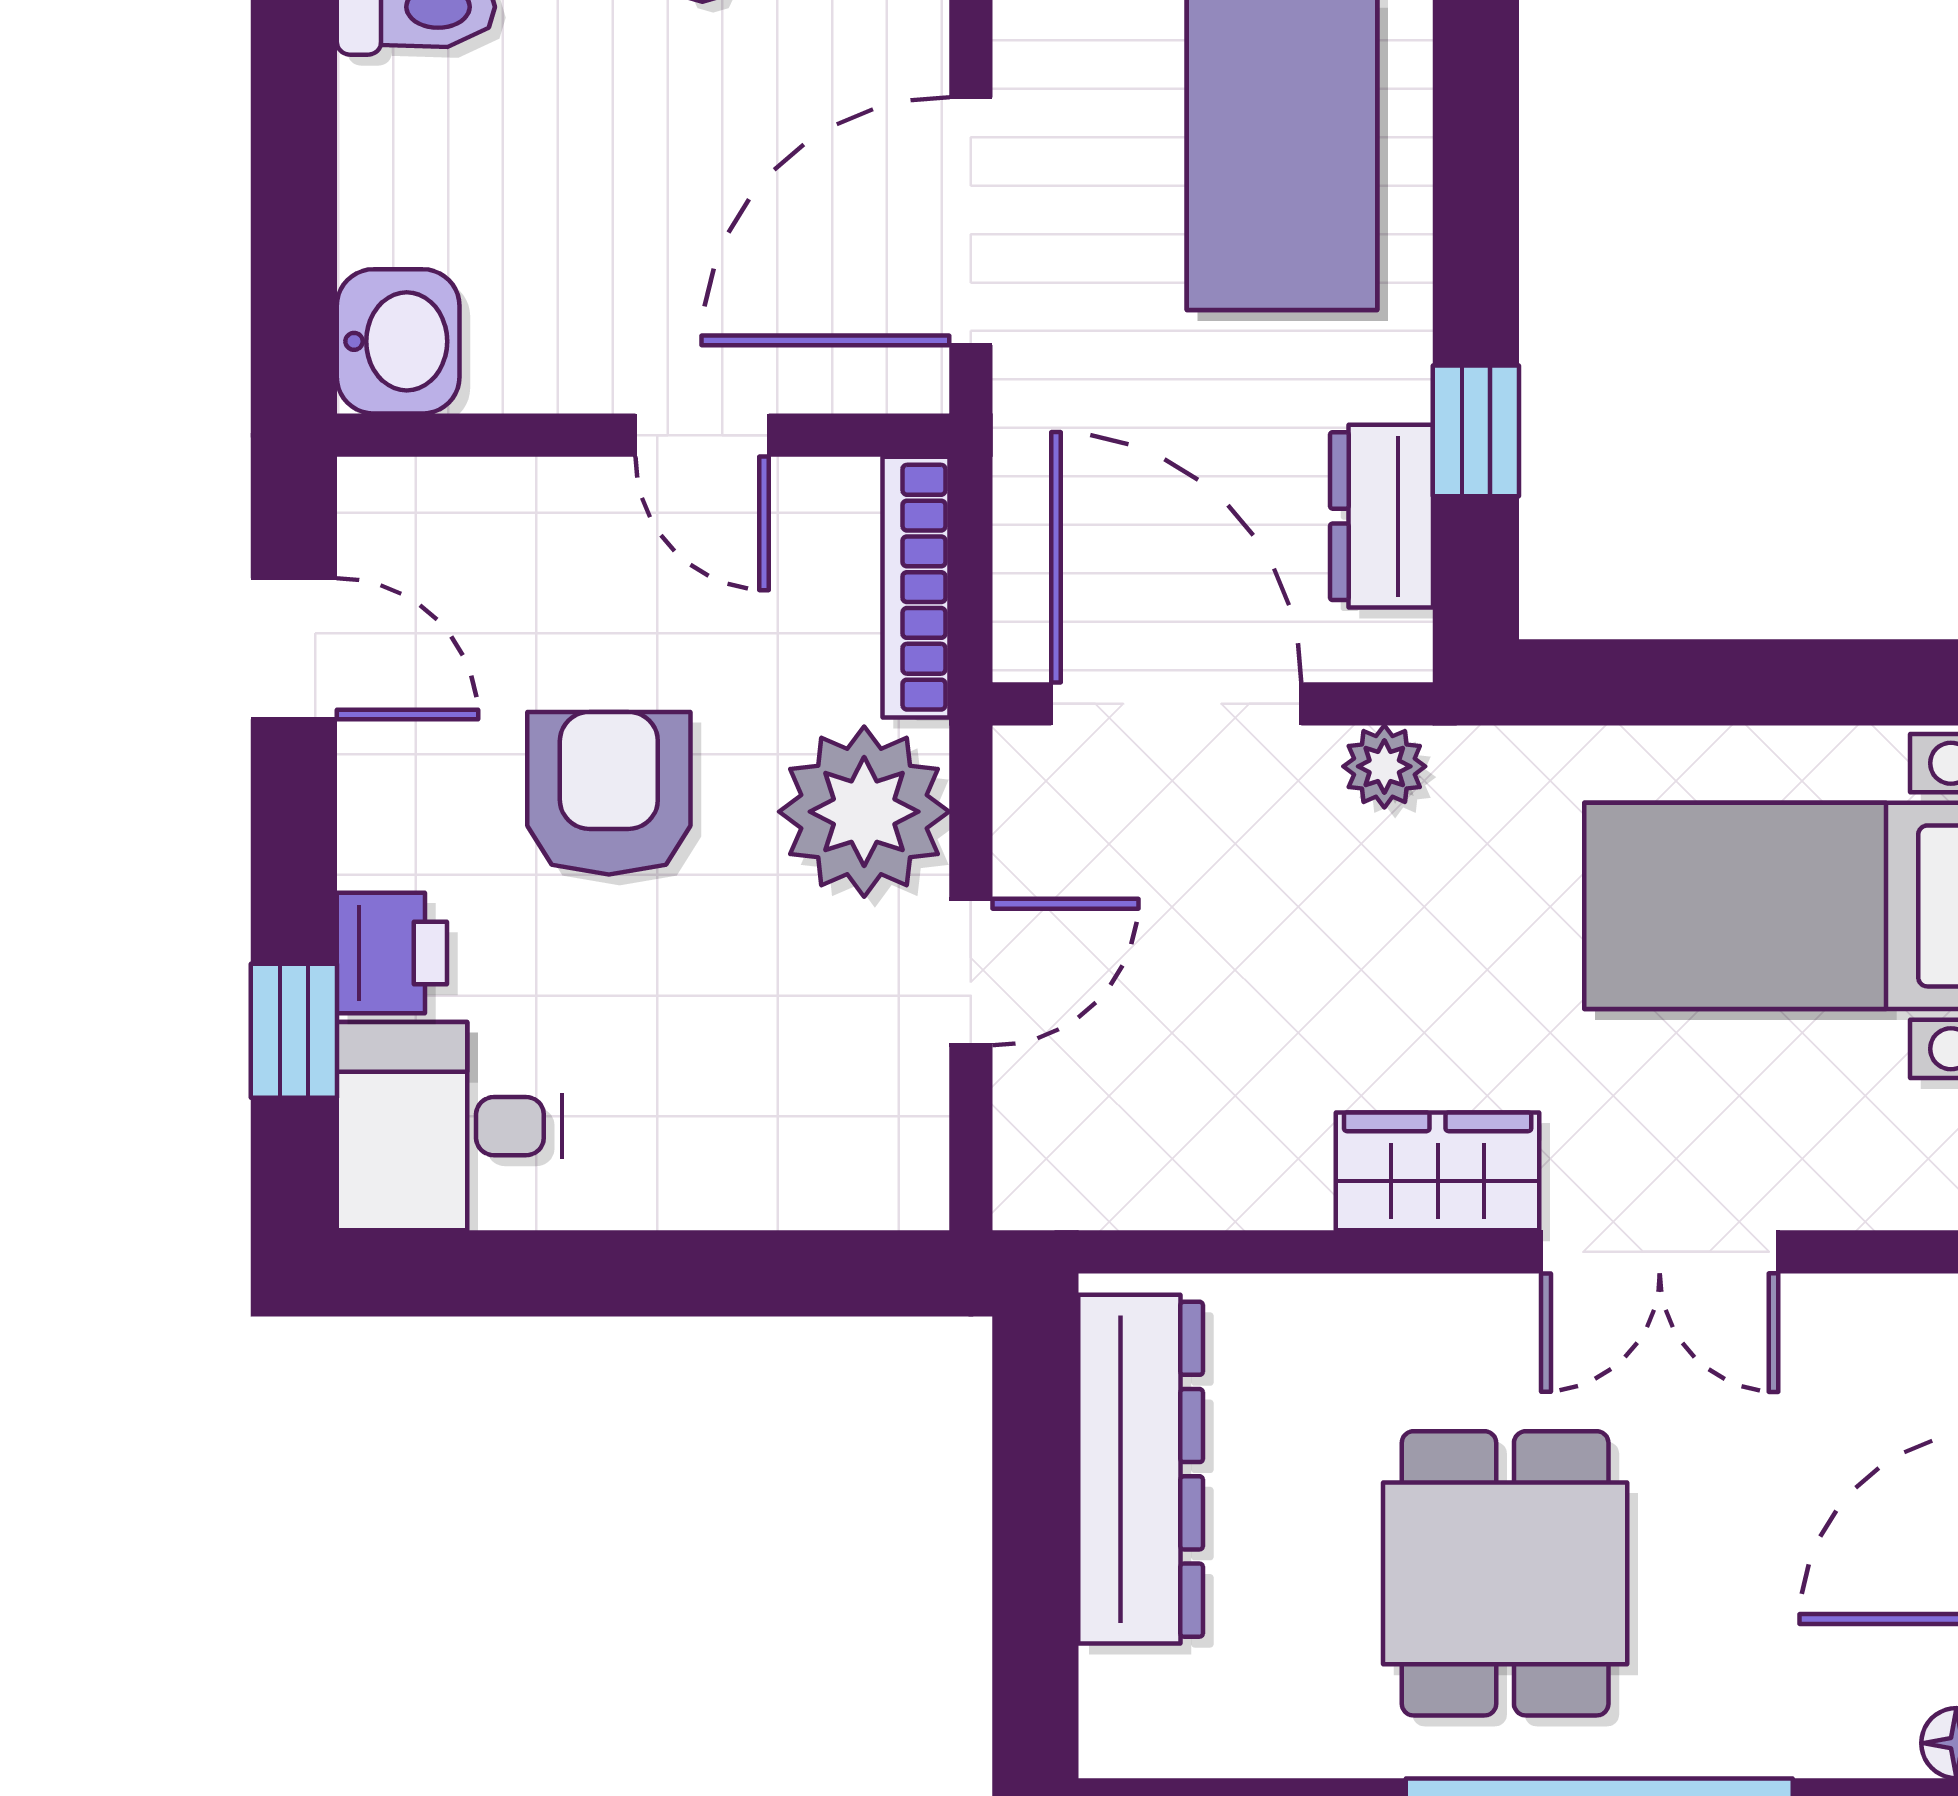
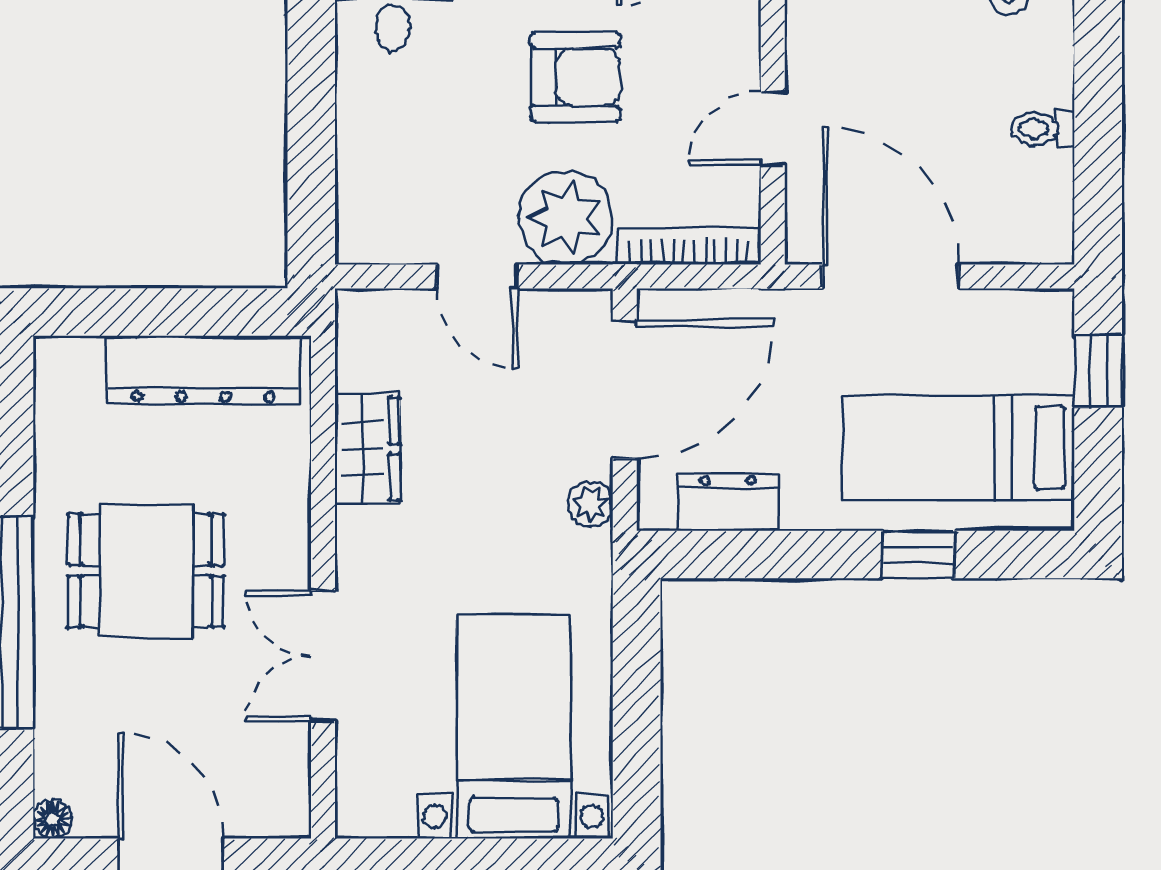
window: (1476, 431) -> (918, 555), moved
wardrobe: (1438, 1171) -> (367, 449), moved

